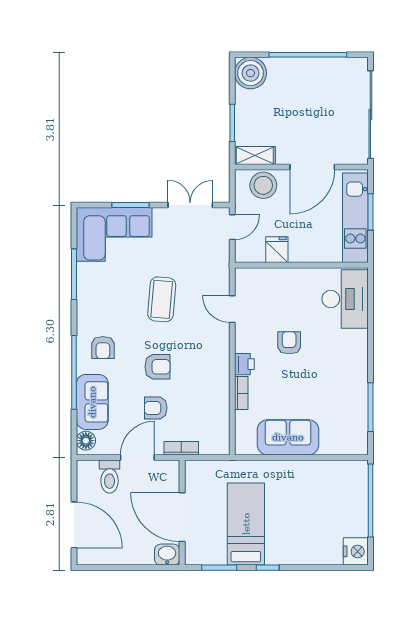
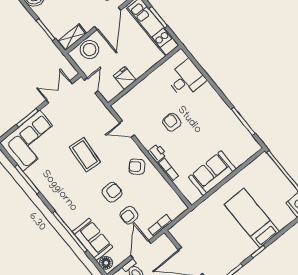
desk: (345, 299) -> (186, 79), width x0.73
armchair: (103, 348) -> (137, 167), moved, turned 133
bed: (246, 524) -> (252, 218), moved

